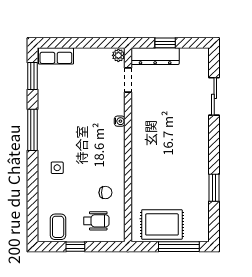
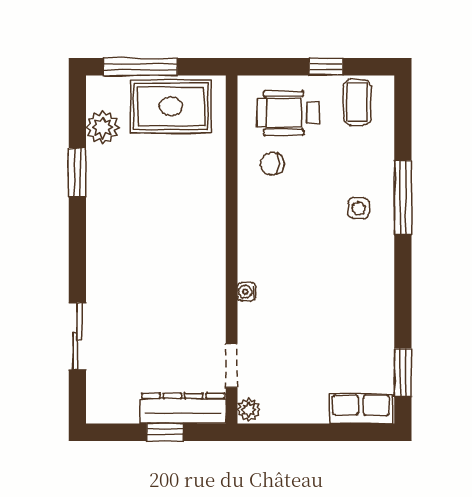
window: (33, 130) -> (403, 198), moved
plant: (200, 213) -> (102, 127), added
wheelchair: (96, 221) -> (289, 113), width x1.36, depth x1.37

